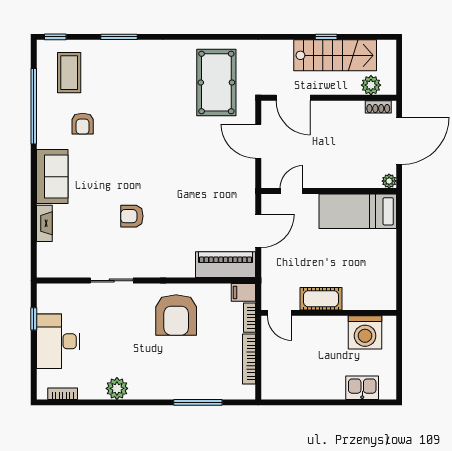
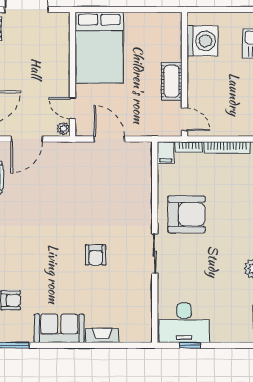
plant: (389, 181) -> (63, 129), moved
bed: (358, 211) -> (99, 48), width x1.50
piano: (226, 265) -> (140, 169), removed
sliding door: (112, 281) -> (155, 253), moved
door: (280, 313) -> (184, 119), hinge flipped
desk: (58, 341) -> (184, 323), moved

